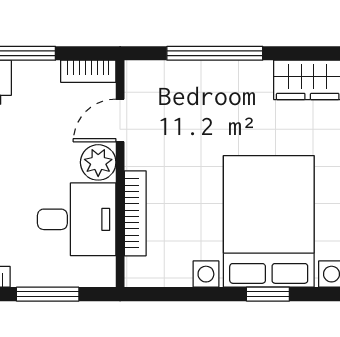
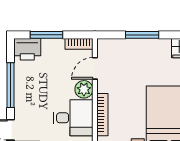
window: (215, 53) -> (142, 35), width x0.69

